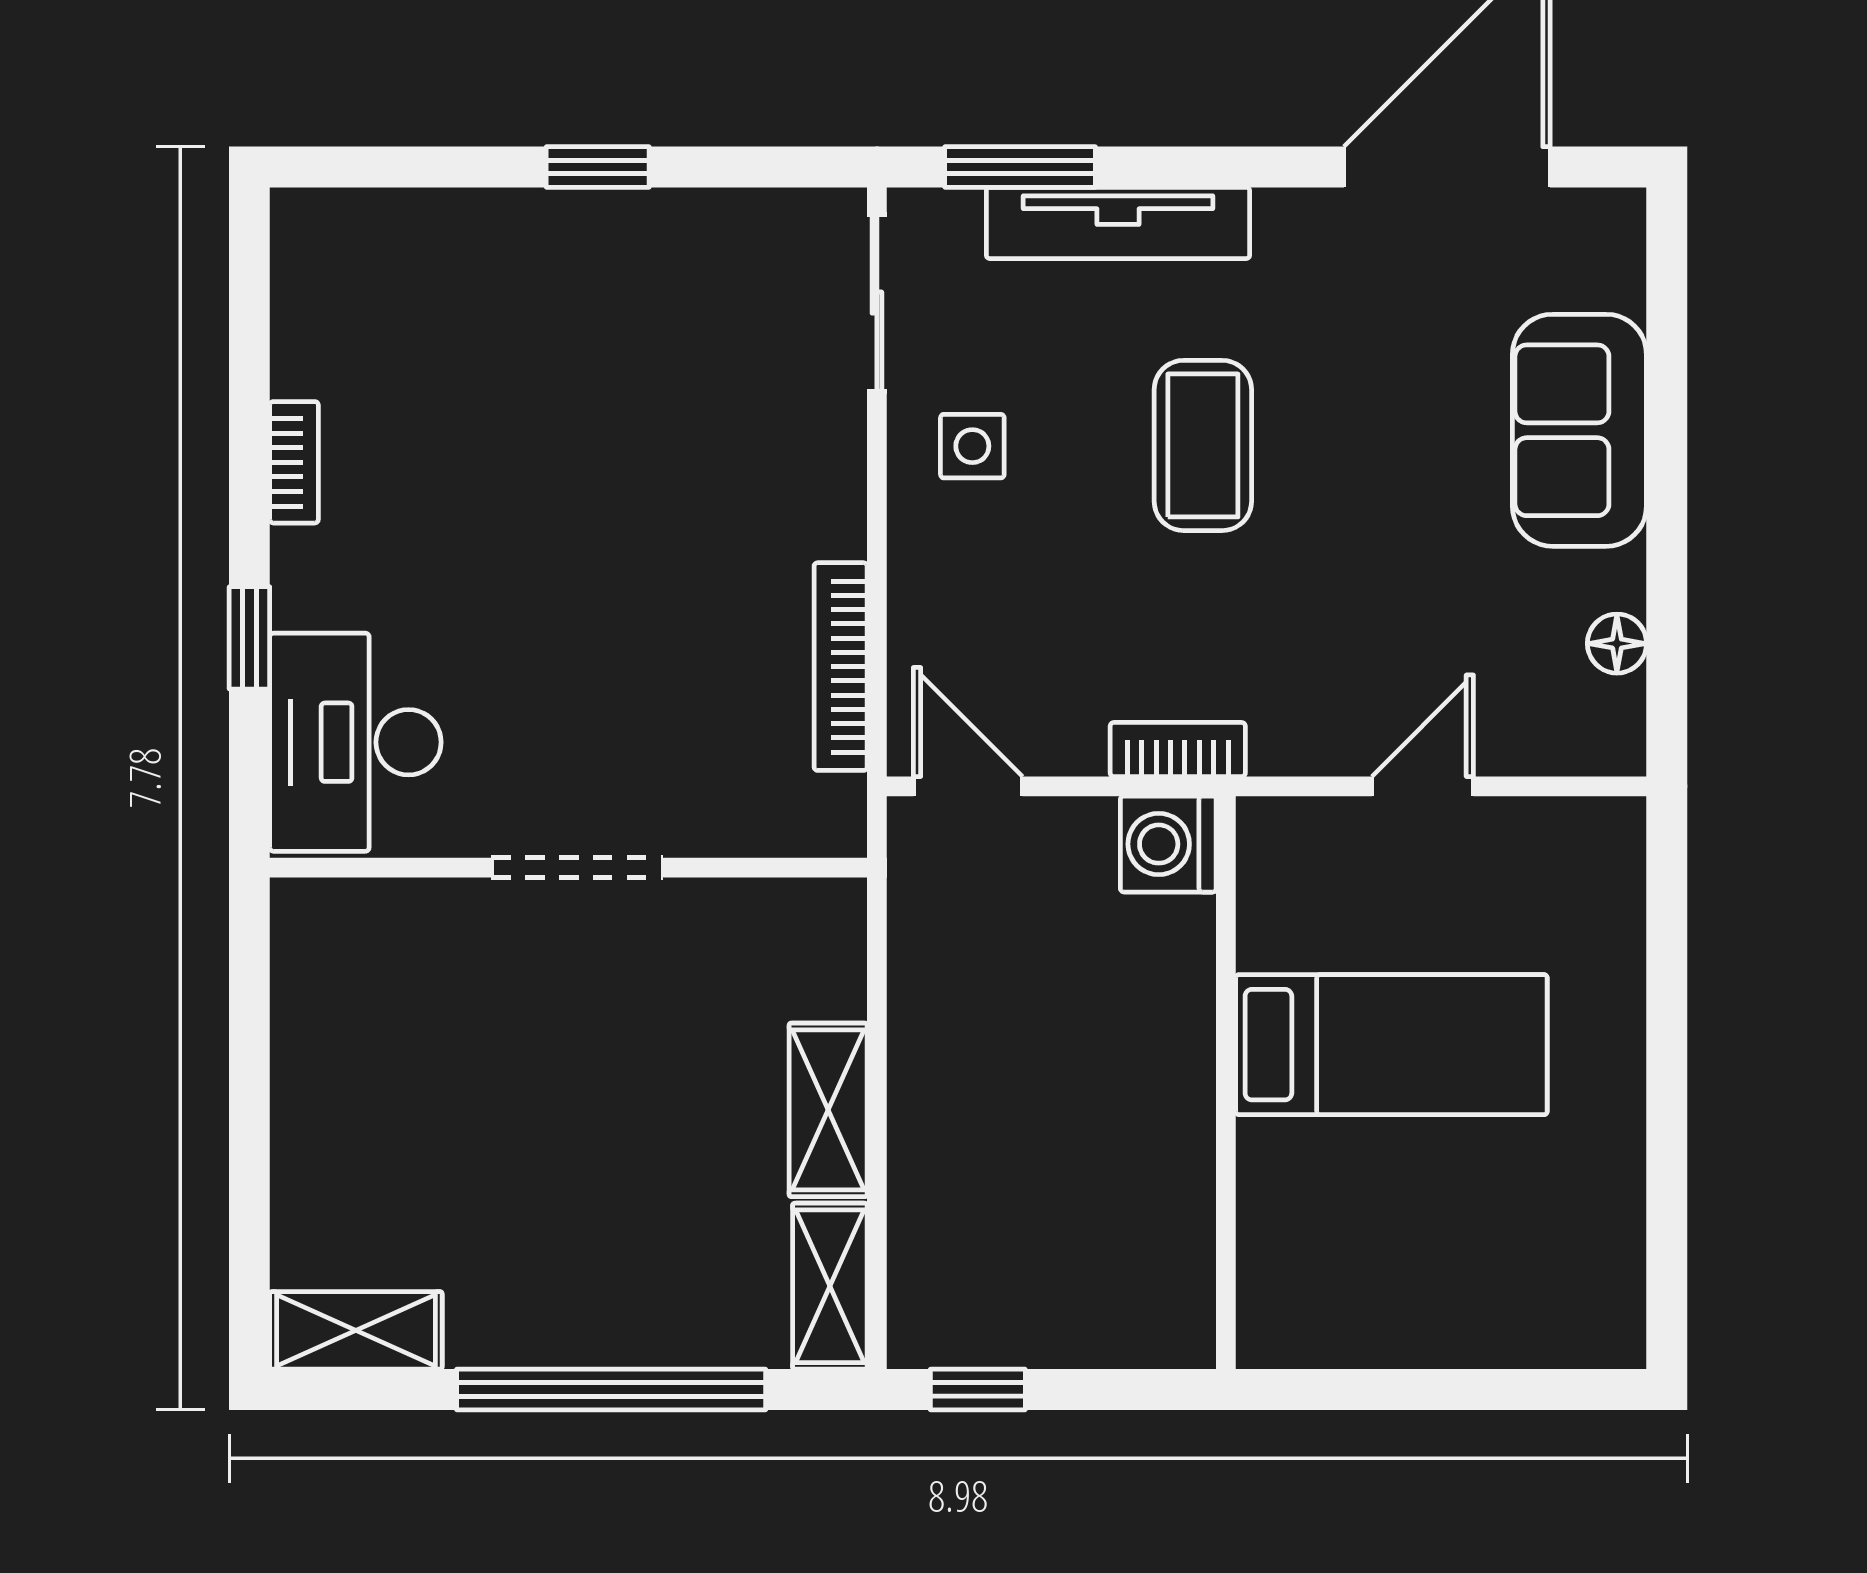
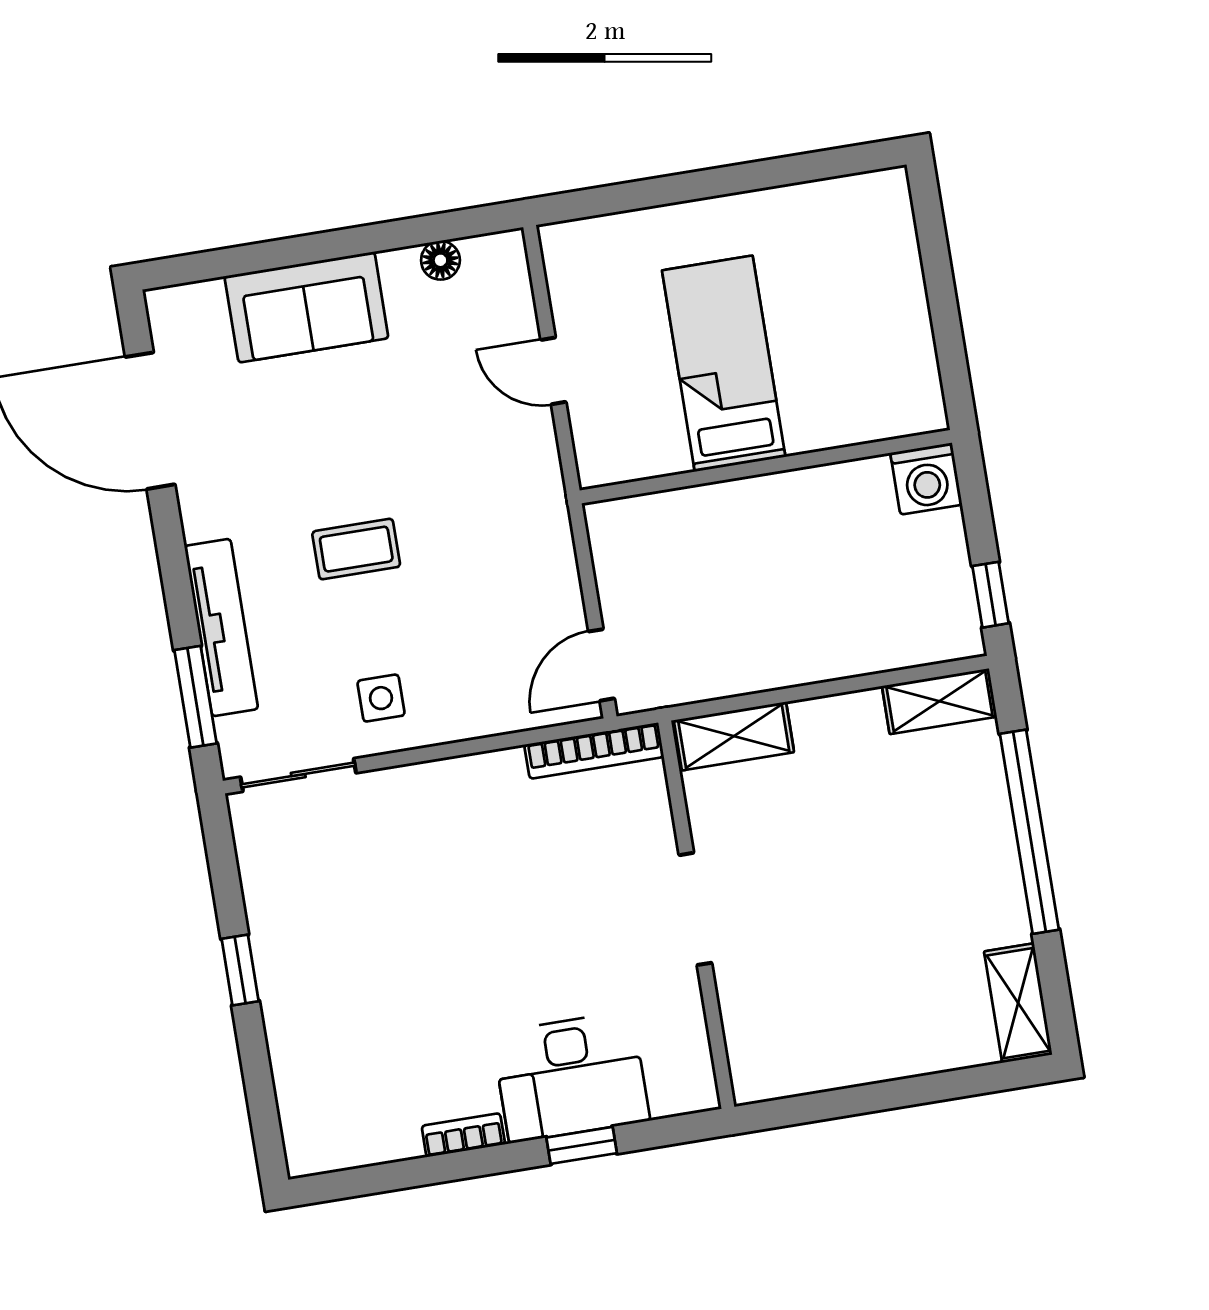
coffee table: (1203, 445) -> (356, 549), width x0.73, depth x0.77
bookcase: (841, 667) -> (594, 751), moved
desk: (355, 742) -> (571, 1077), moved
bookcase: (1178, 750) -> (555, 533), removed
washing machine: (1168, 844) -> (926, 479), moved
shelving: (828, 1110) -> (734, 736), moved

